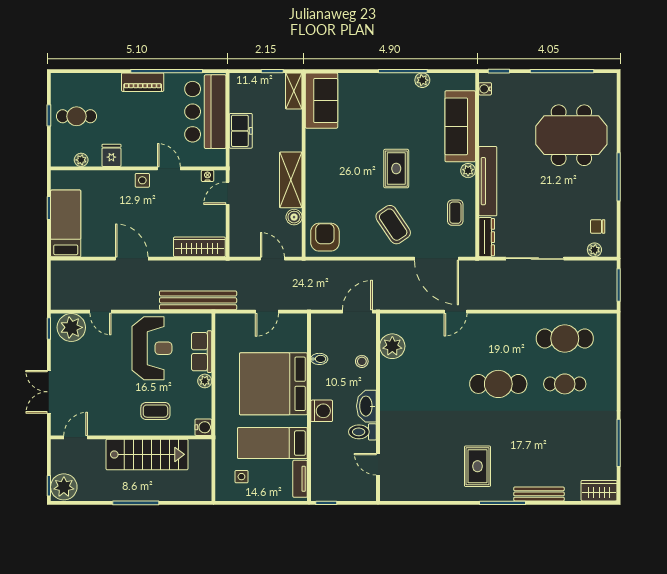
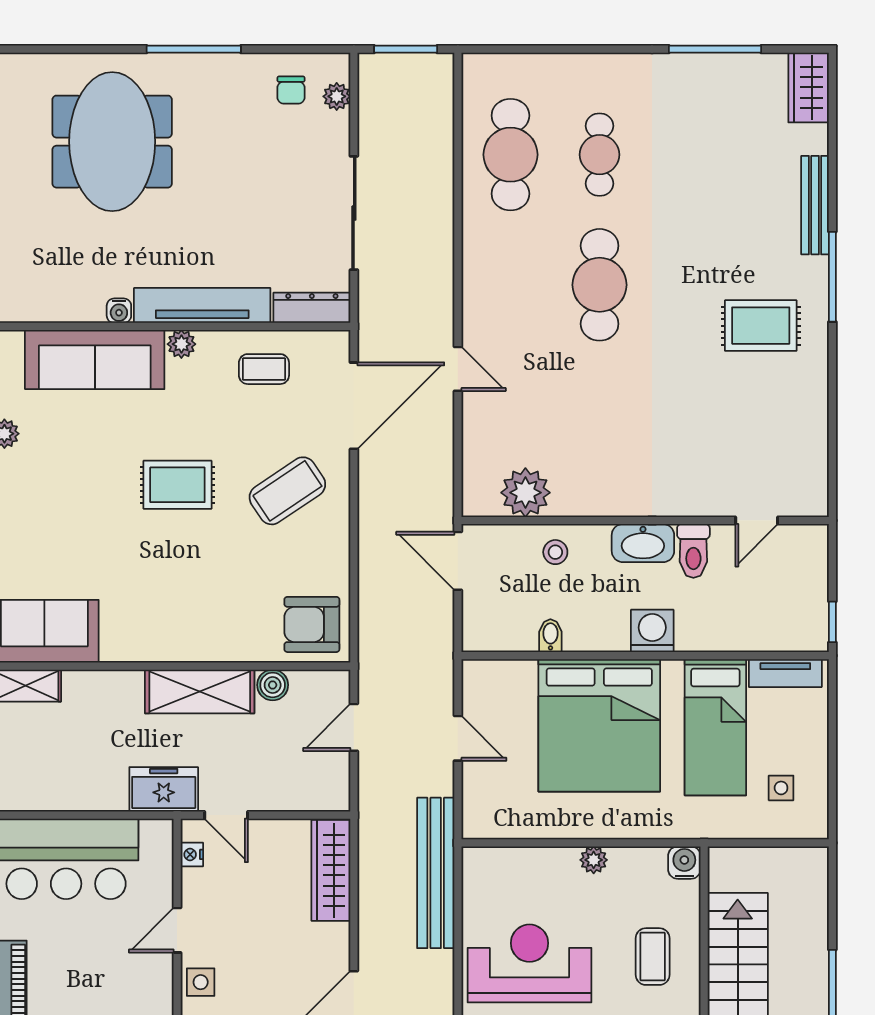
water cooler: (485, 89) -> (119, 311), moved
freezer: (241, 131) -> (164, 789), moved
row of seats: (202, 352) -> (536, 866), removed

